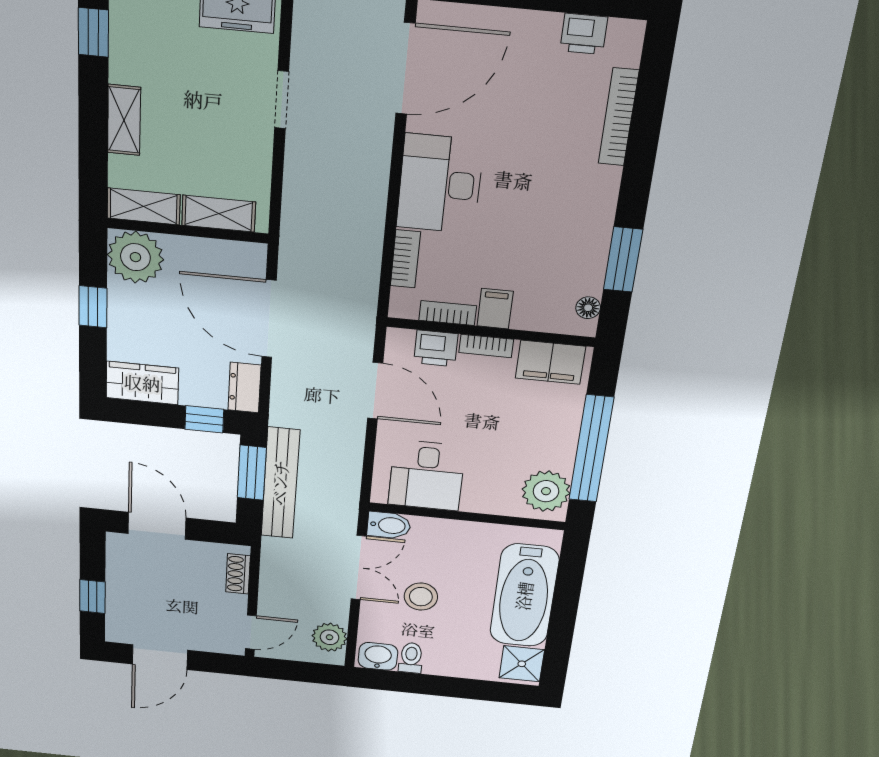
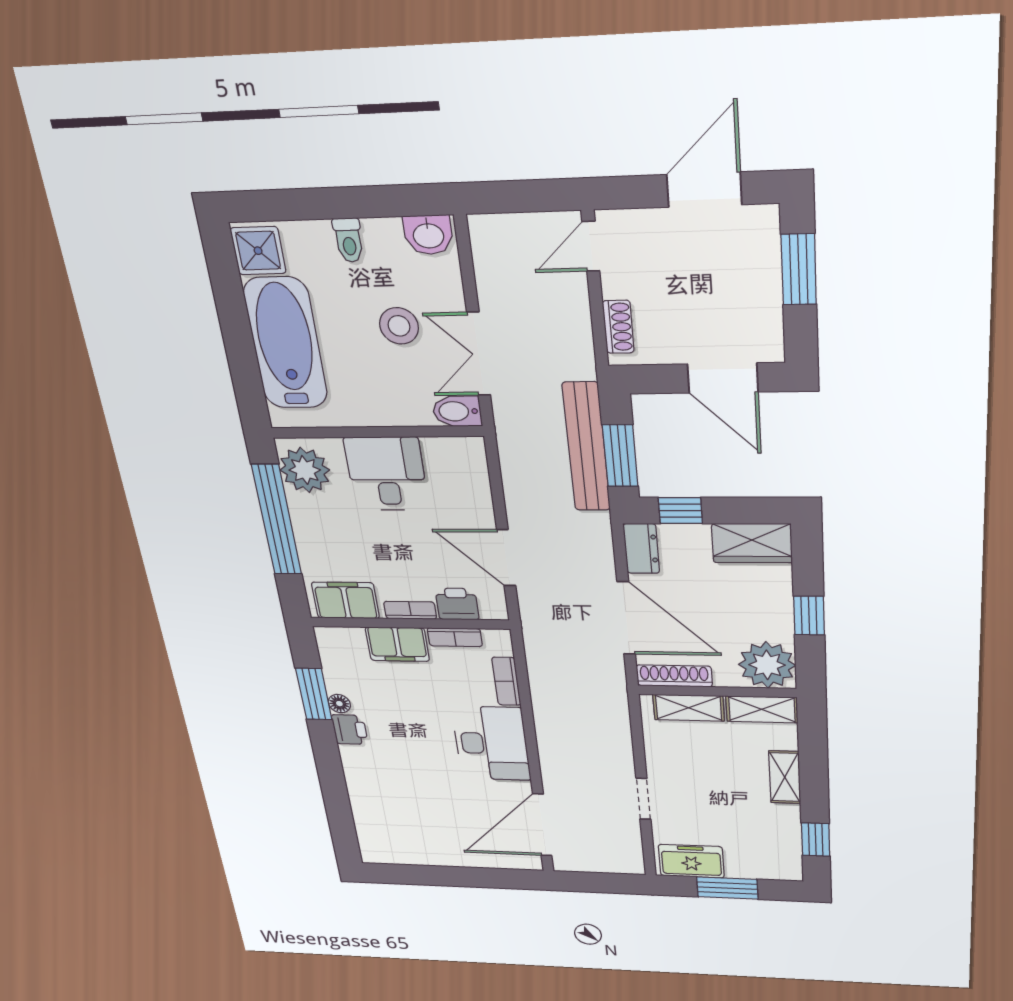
printer: (584, 34) -> (350, 730), moved, turned 90
bookcase: (618, 117) -> (359, 799), removed
shoe rack: (229, 252) -> (674, 676), added
floor lamp: (588, 308) -> (339, 704), moved
filing cabinet: (495, 309) -> (397, 644), width x2.00
desk: (427, 475) -> (386, 474), moved
window: (92, 596) -> (799, 269), width x1.50
plant: (330, 637) -> (493, 254), removed
toilet: (411, 658) -> (349, 240), moved

